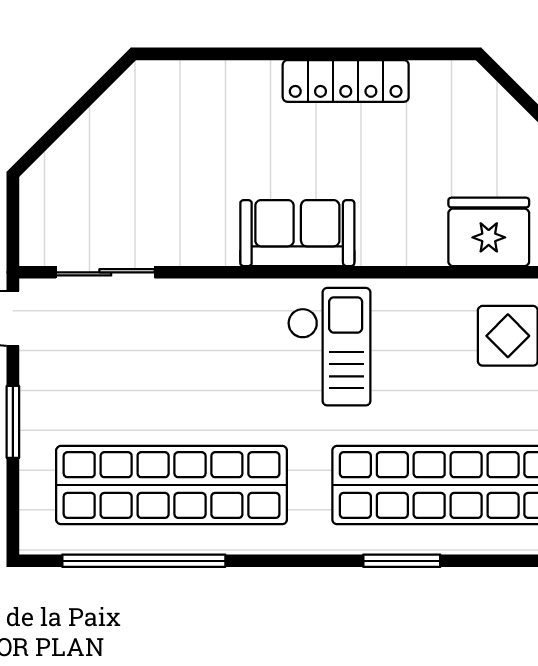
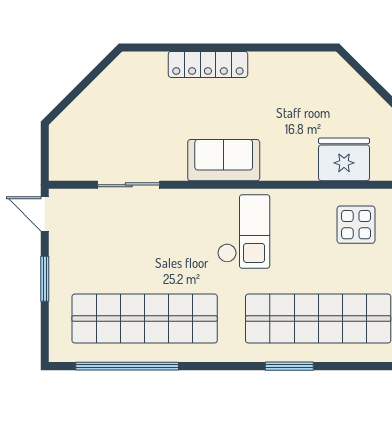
locker: (346, 81) -> (208, 64), moved
sliding door: (105, 272) -> (129, 185), moved

